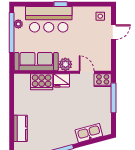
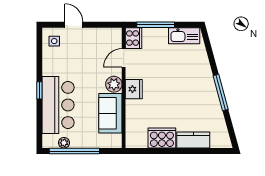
sofa: (36, 62) -> (110, 113), width x0.73
cooker: (42, 82) -> (162, 138), moved, turned -90
kitchen sink: (89, 133) -> (184, 36), moved, turned -75

